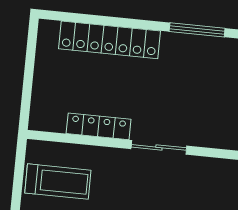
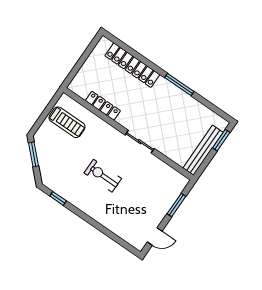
sliding door: (159, 147) -> (140, 142), moved

